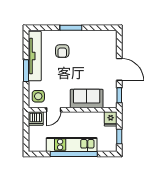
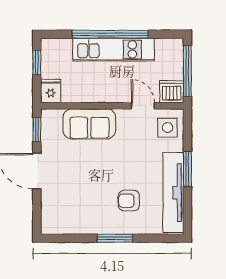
armchair: (62, 51) -> (129, 201), turned -90
door: (54, 110) -> (143, 106), hinge flipped
window: (26, 131) -> (187, 71), added

